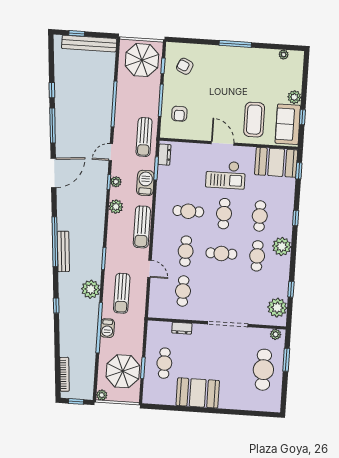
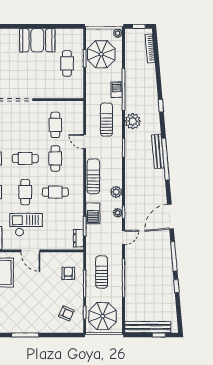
sun lounger: (144, 137) -> (102, 272), moved
dresser: (182, 328) -> (54, 94), removed

